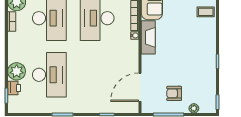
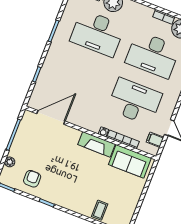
door: (140, 87) -> (51, 117), hinge flipped
armchair: (174, 93) -> (32, 179), moved

